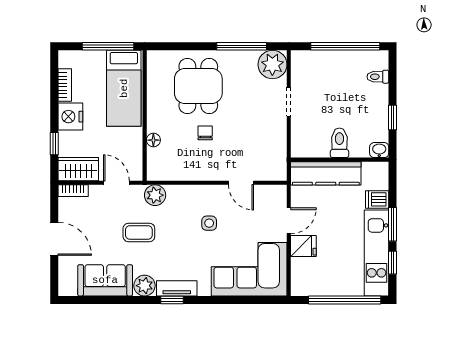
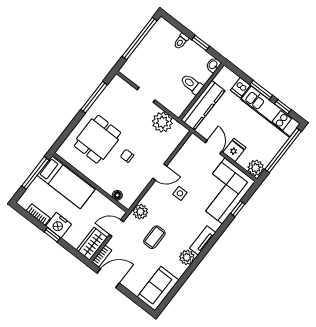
plant: (272, 64) -> (162, 122), moved
toilet: (378, 77) -> (181, 41), moved
dining table: (198, 86) -> (97, 139), turned 90
floor lamp: (153, 140) -> (117, 195), moved
window: (54, 144) -> (52, 235), moved
door: (241, 183) -> (160, 172), moved
door: (54, 239) -> (108, 278), moved
sofa: (105, 280) -> (158, 289), moved
plant: (302, 285) -> (256, 168), added
window: (172, 300) -> (238, 209), moved

